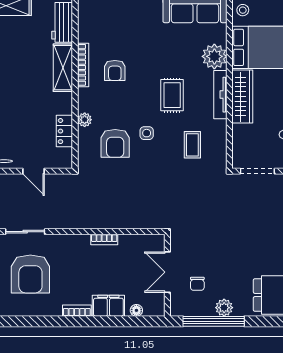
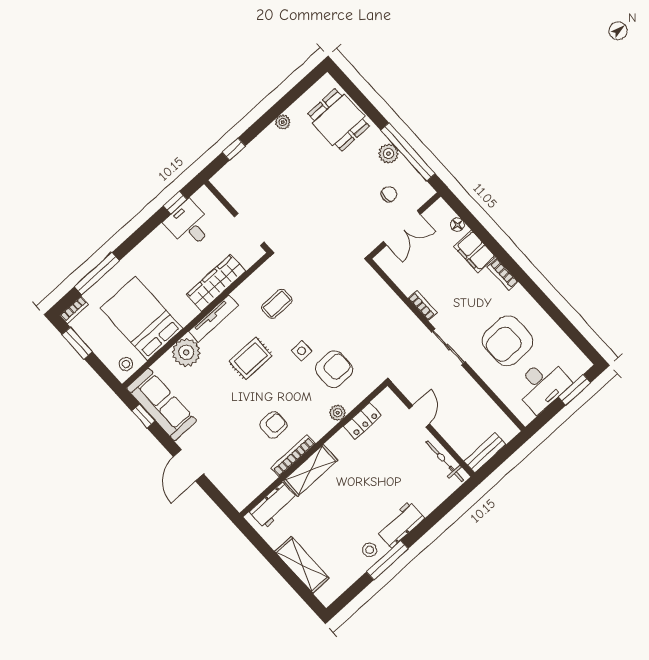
wardrobe: (242, 97) -> (216, 283), moved
sliding door: (25, 232) -> (448, 347), moved
armchair: (30, 274) -> (507, 341), turned 180

